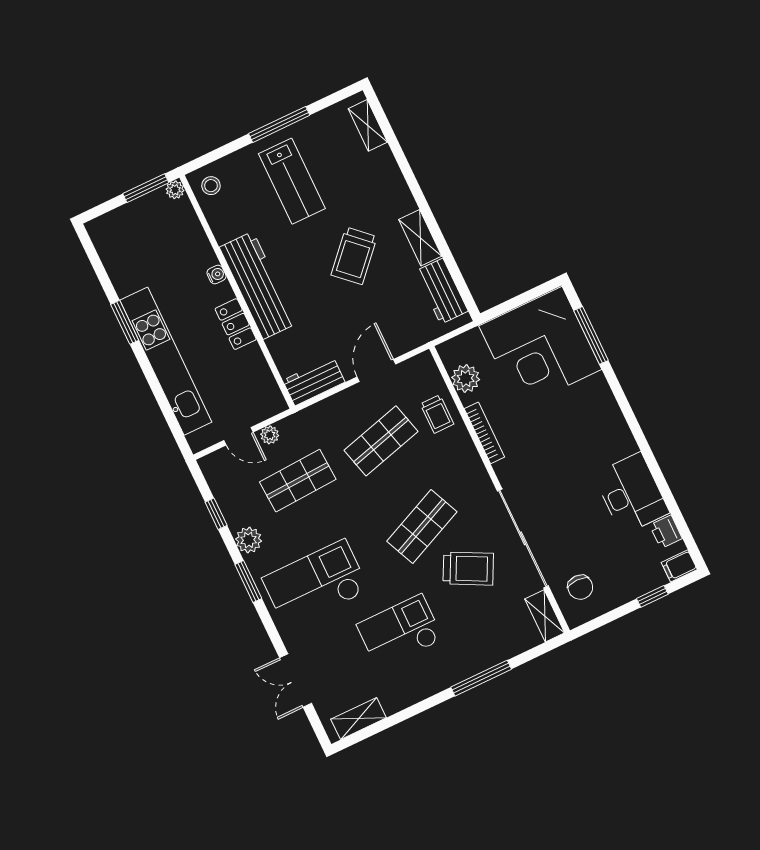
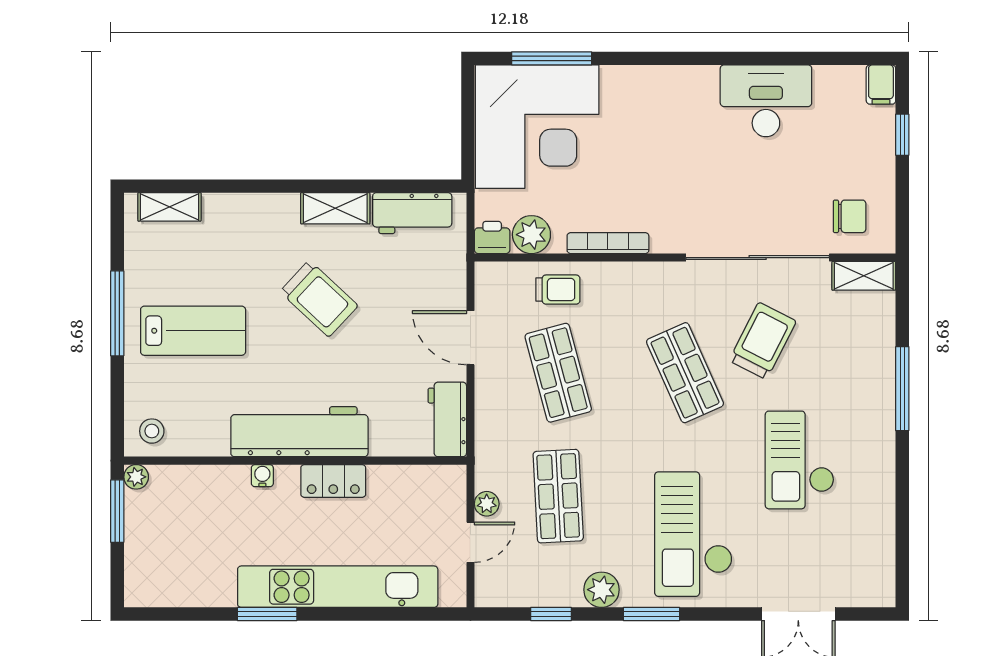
printer: (666, 532) -> (492, 237), moved, turned 180
shelving: (359, 718) -> (880, 560), removed

